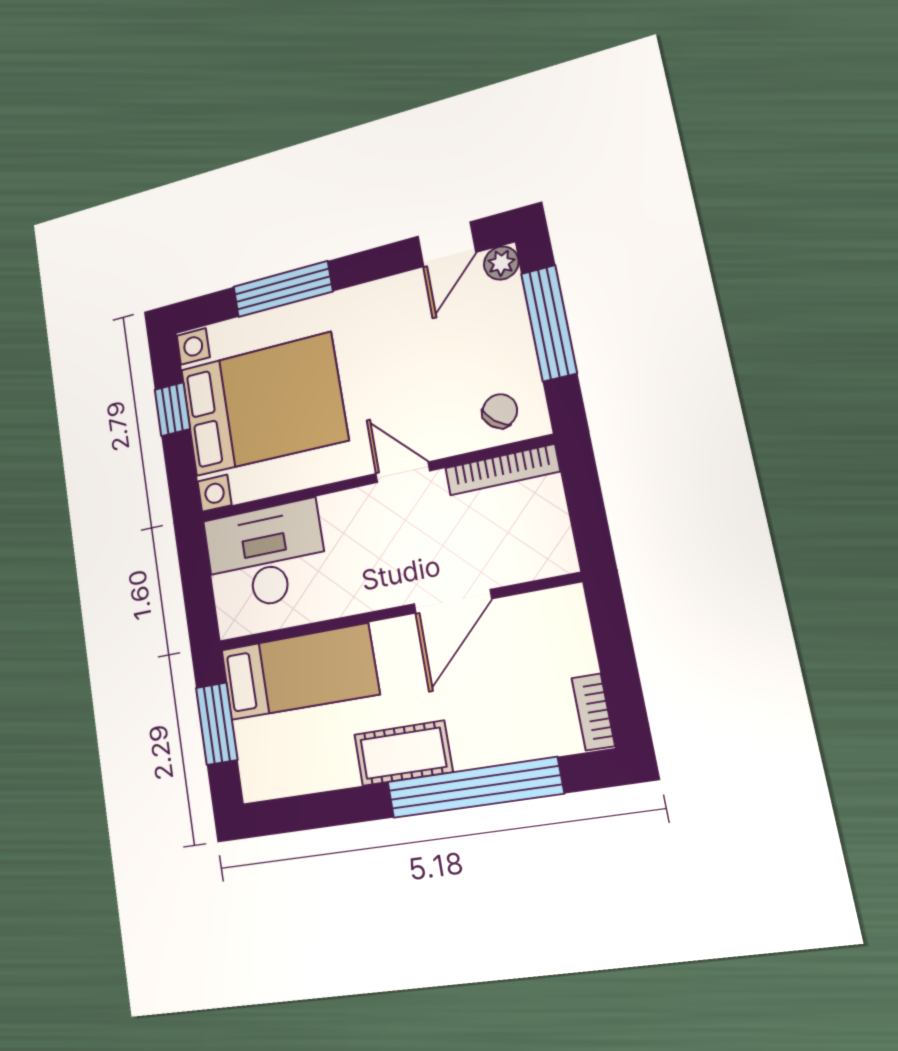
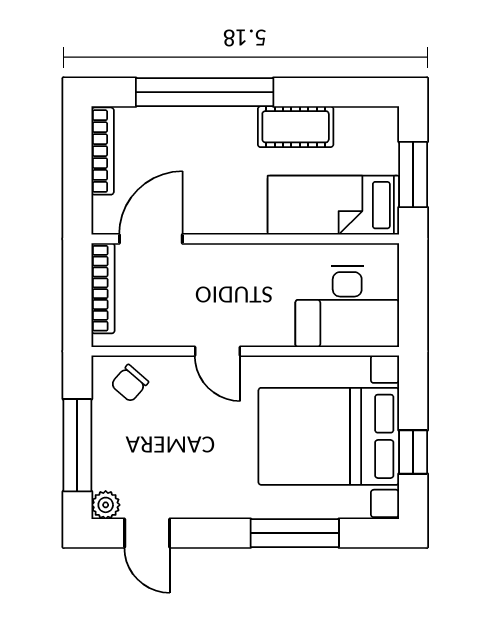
door: (447, 244) -> (147, 533), swing flipped
bookcase: (502, 470) -> (103, 288), moved, turned 90
door: (452, 601) -> (151, 239), moved
bookcase: (593, 712) -> (103, 151), width x1.56
cot: (403, 753) -> (296, 127), moved

